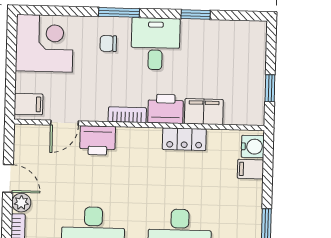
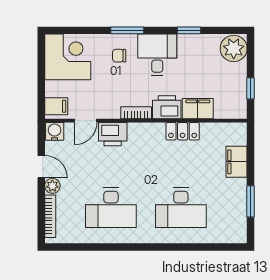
plant: (250, 38) -> (234, 48), added
water cooler: (253, 147) -> (55, 131), moved, turned -90
filing cabinet: (250, 169) -> (237, 162), width x2.00

